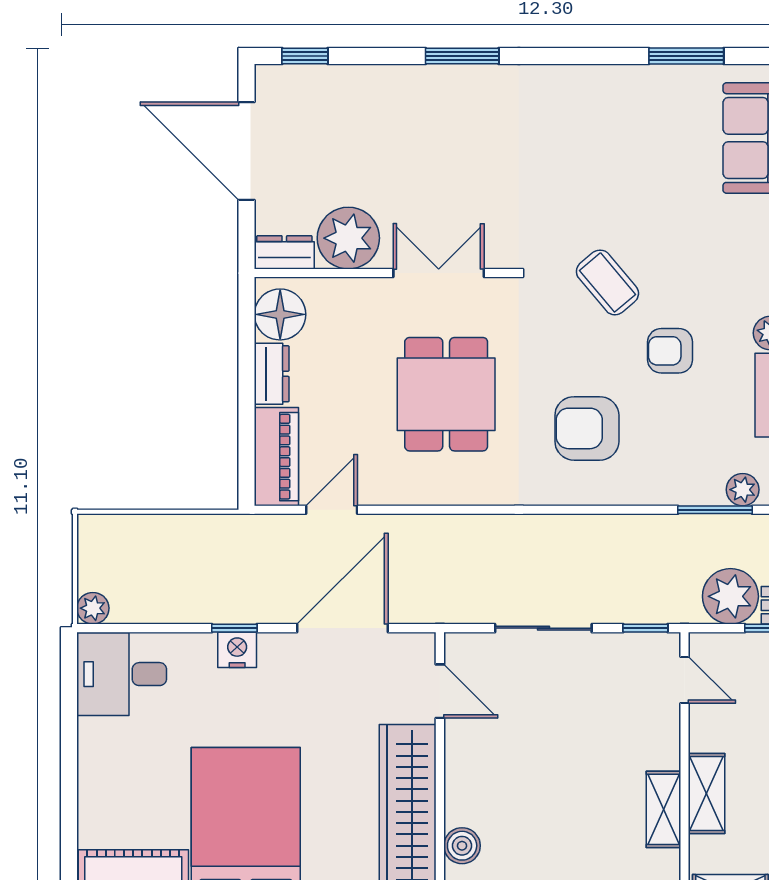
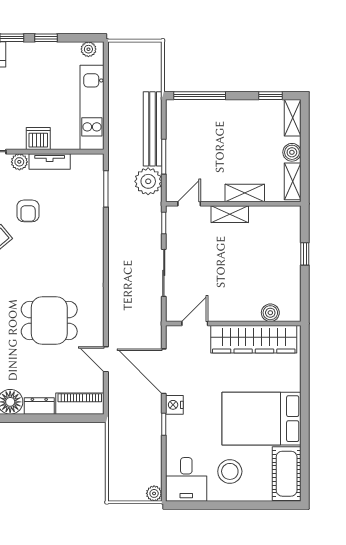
armchair: (587, 428) -> (66, 252), removed
plant: (743, 490) -> (96, 175), removed
door: (332, 510) -> (106, 359), moved
nightstand: (237, 650) -> (174, 405), moved
stool: (138, 763) -> (230, 471), added
shelving: (663, 809) -> (230, 214), moved

